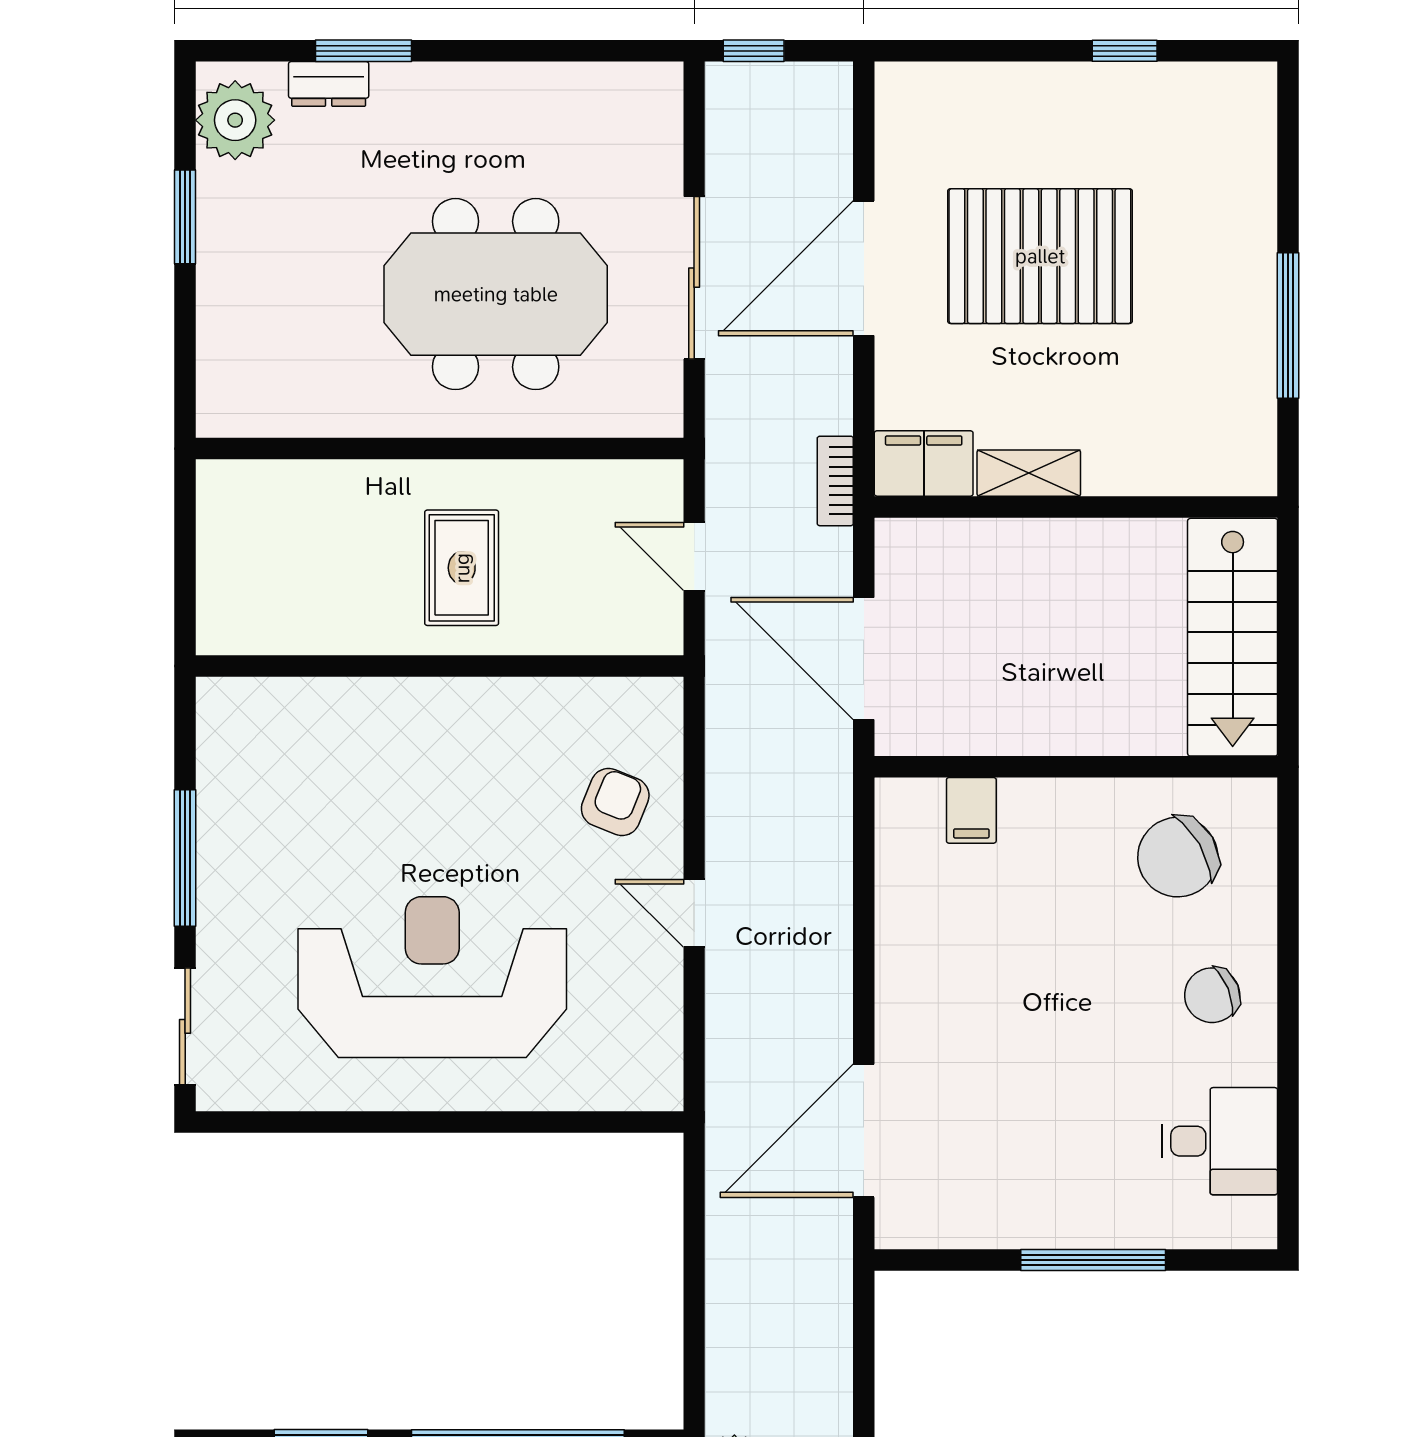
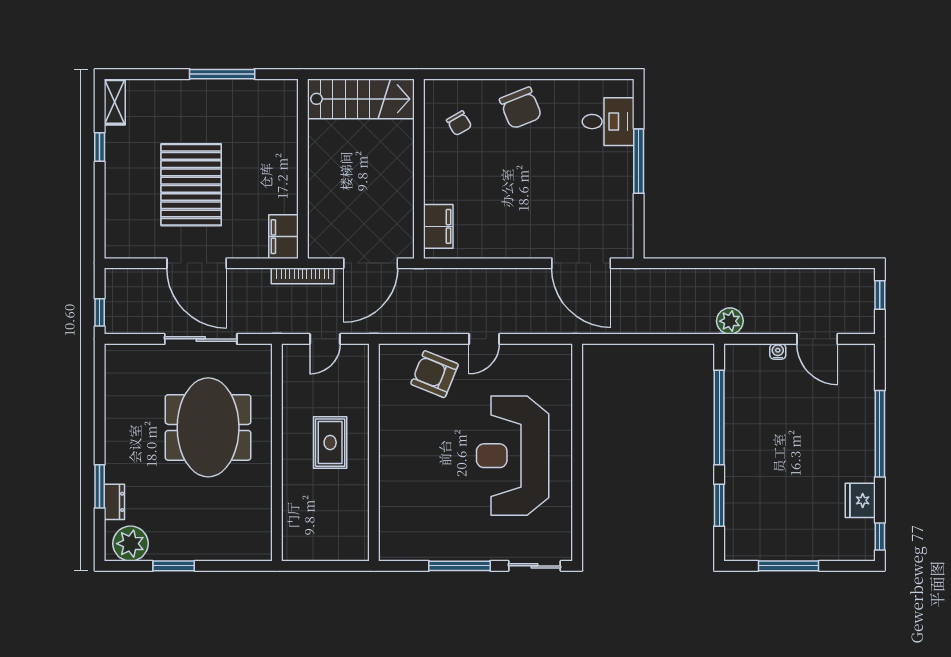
shelving: (1029, 473) -> (115, 102), moved
bookcase: (835, 481) -> (303, 276), width x1.56
rug: (462, 568) -> (330, 443), turned 90
armchair: (615, 802) -> (435, 374), width x1.38, depth x1.38
filing cabinet: (971, 810) -> (438, 226), width x2.00
chair: (1178, 857) -> (459, 123), width x0.54, depth x0.54
chair: (1212, 995) -> (521, 108), width x1.37, depth x1.37
desk: (1220, 1141) -> (608, 122), moved, turned 90

